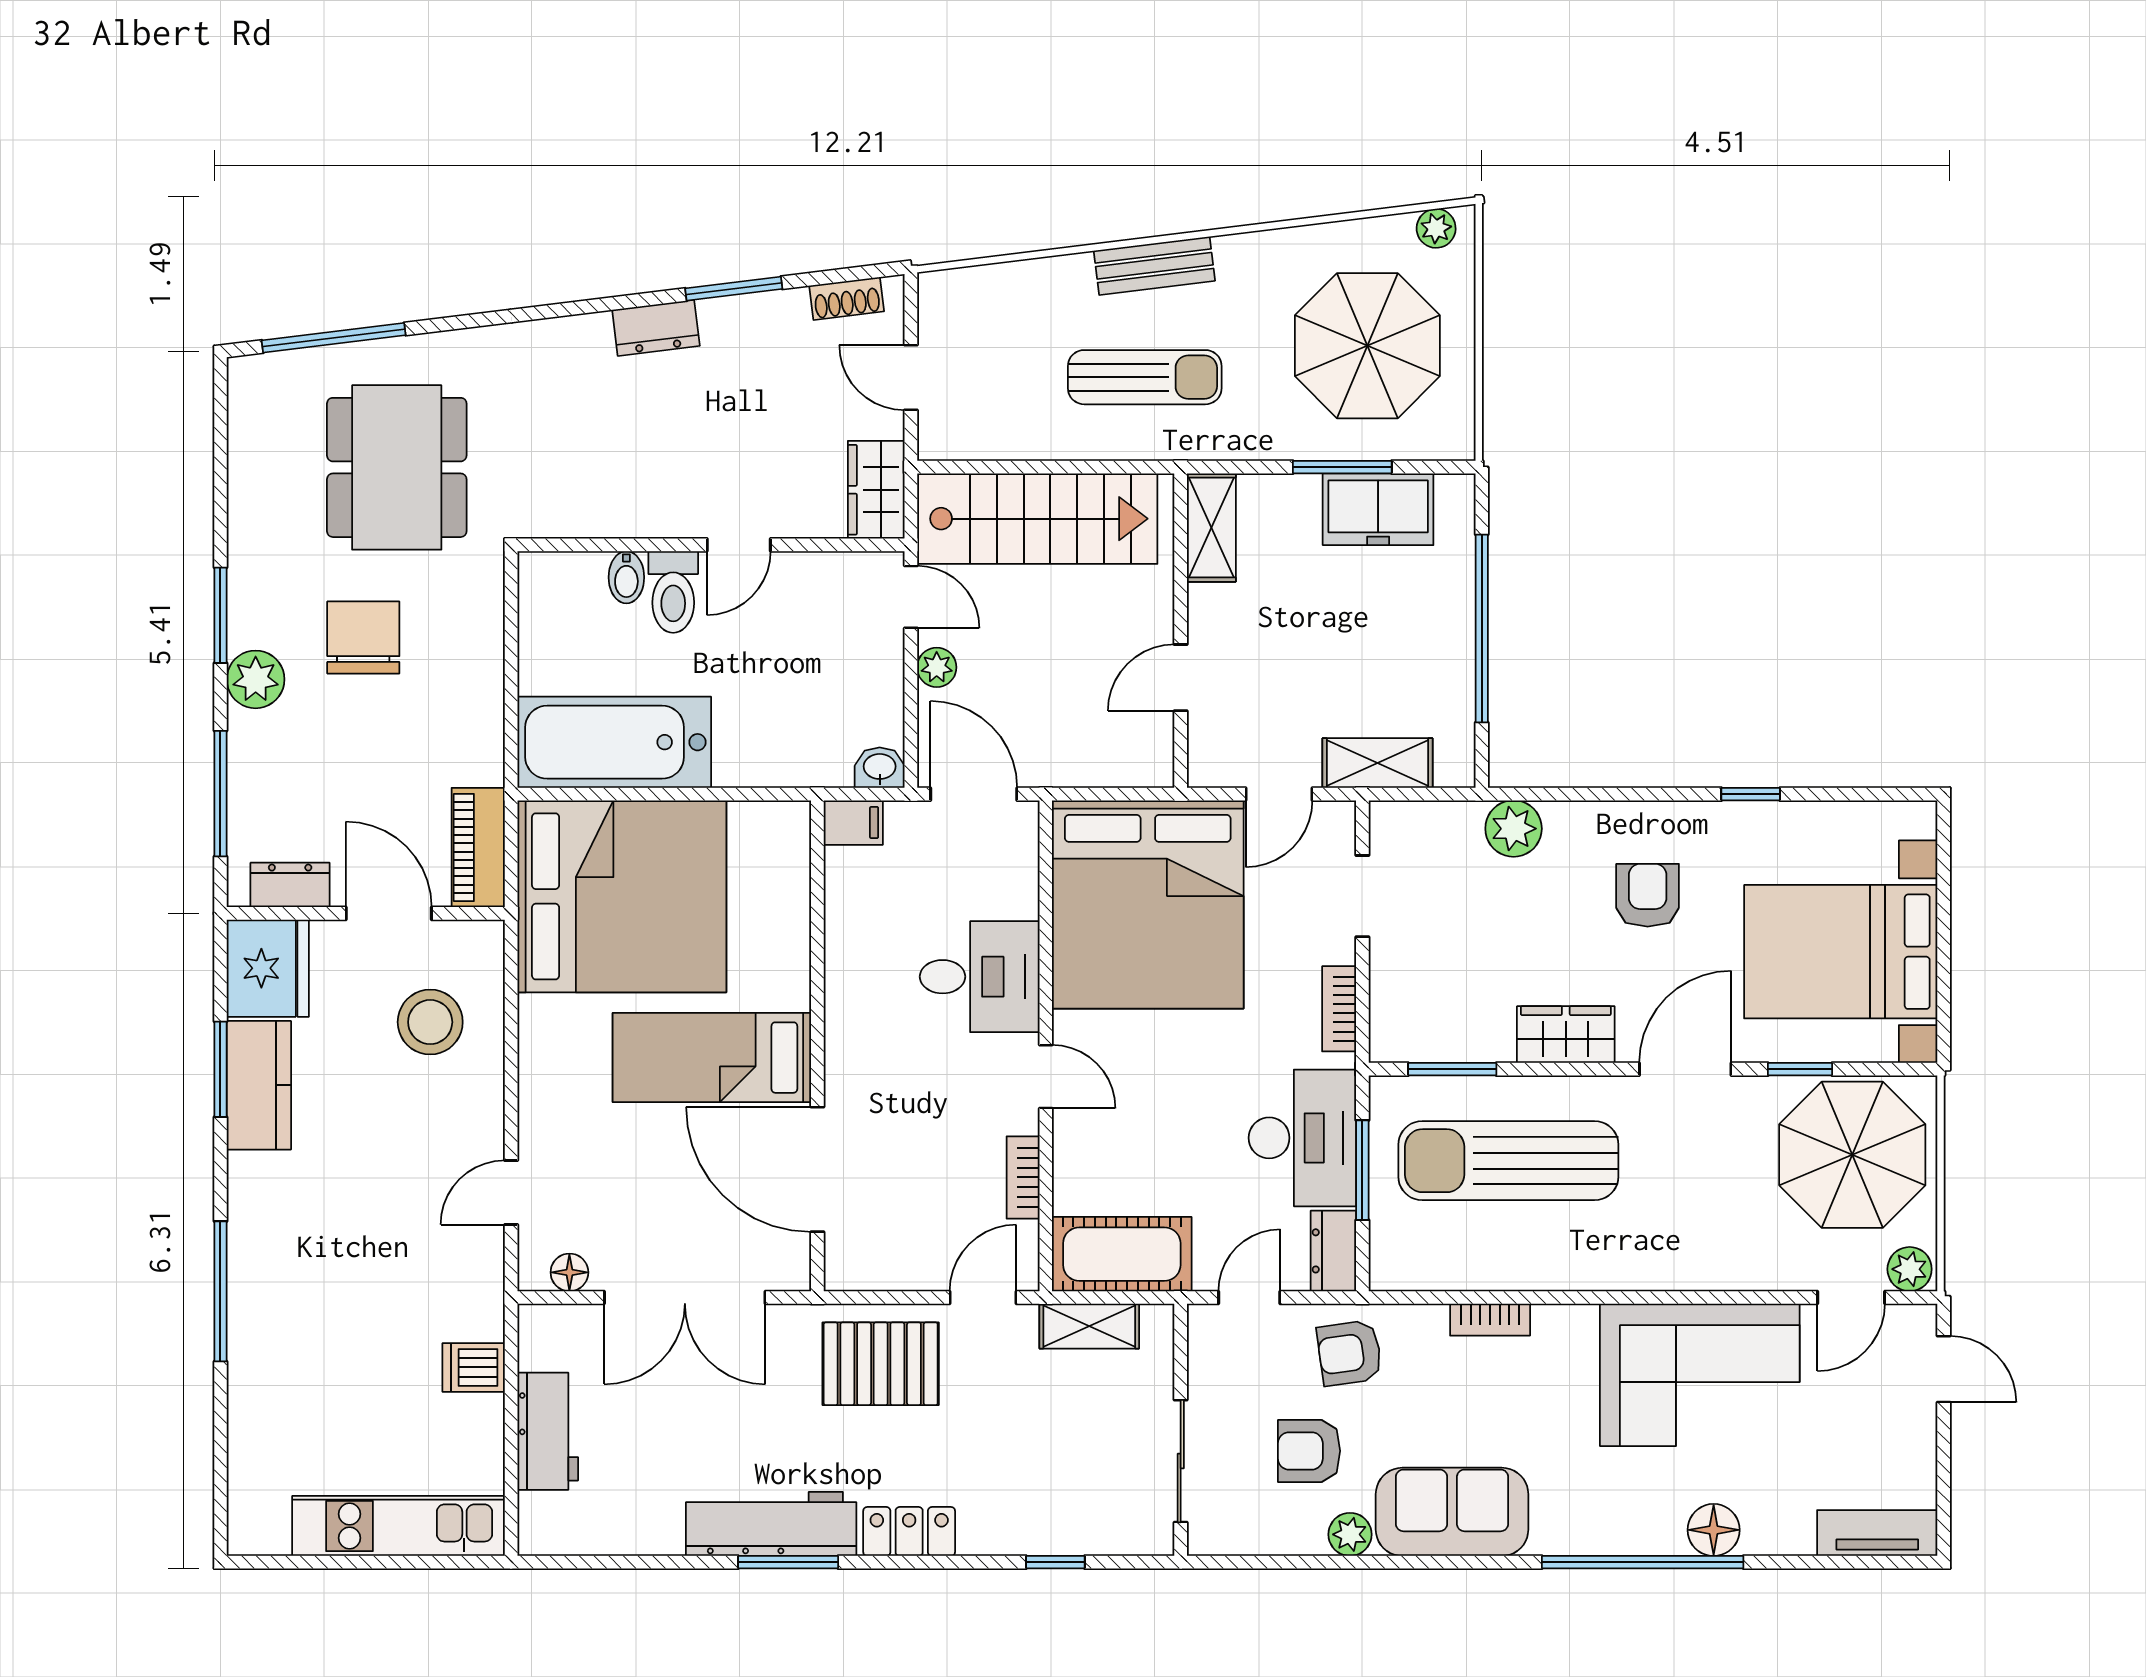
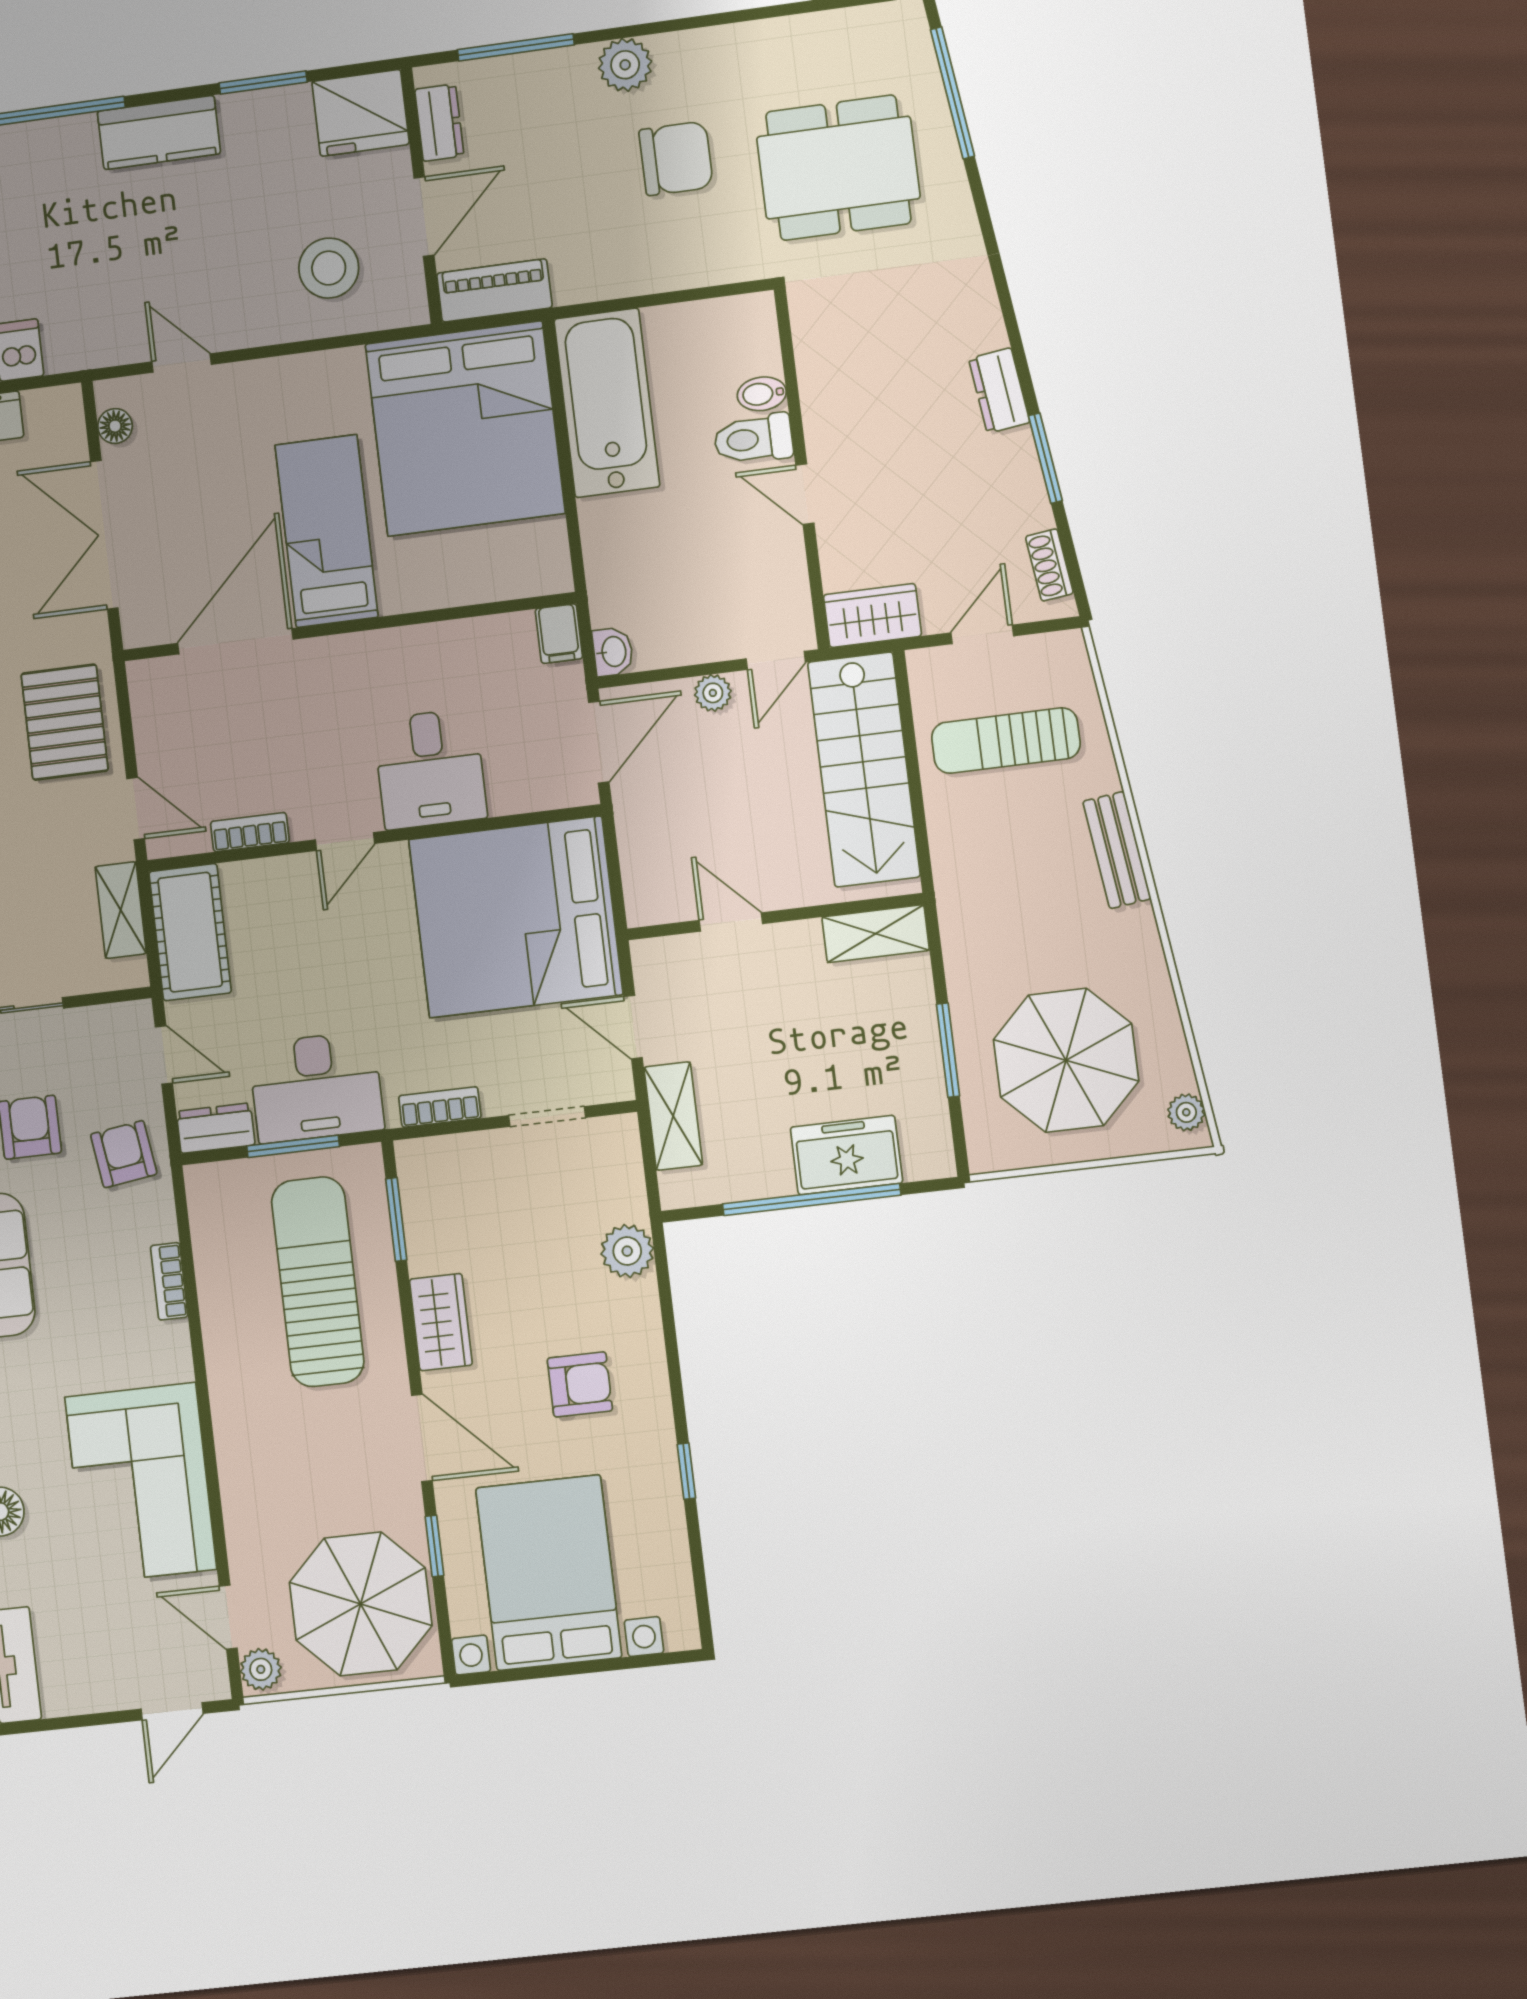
sun lounger: (1145, 377) -> (1006, 741), moved, turned 90
freezer: (1378, 509) -> (846, 1155), moved, turned 90
window: (220, 615) -> (681, 24), removed
kitchen counter: (259, 1085) -> (159, 132), moved

